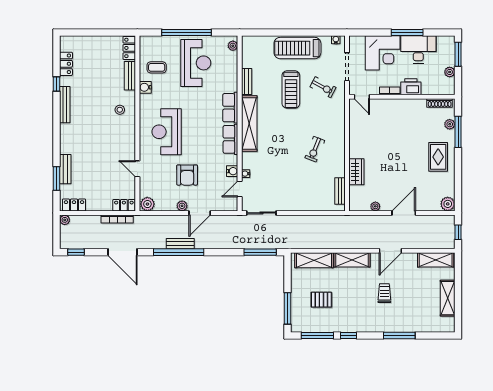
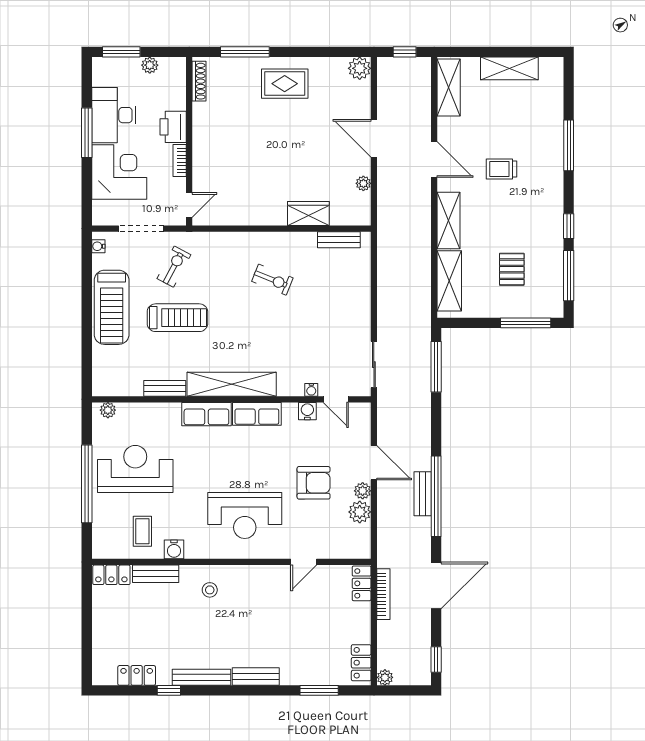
plant: (450, 124) -> (233, 65), removed
bench: (65, 169) -> (256, 676), moved
plant: (147, 204) -> (360, 512), moved

